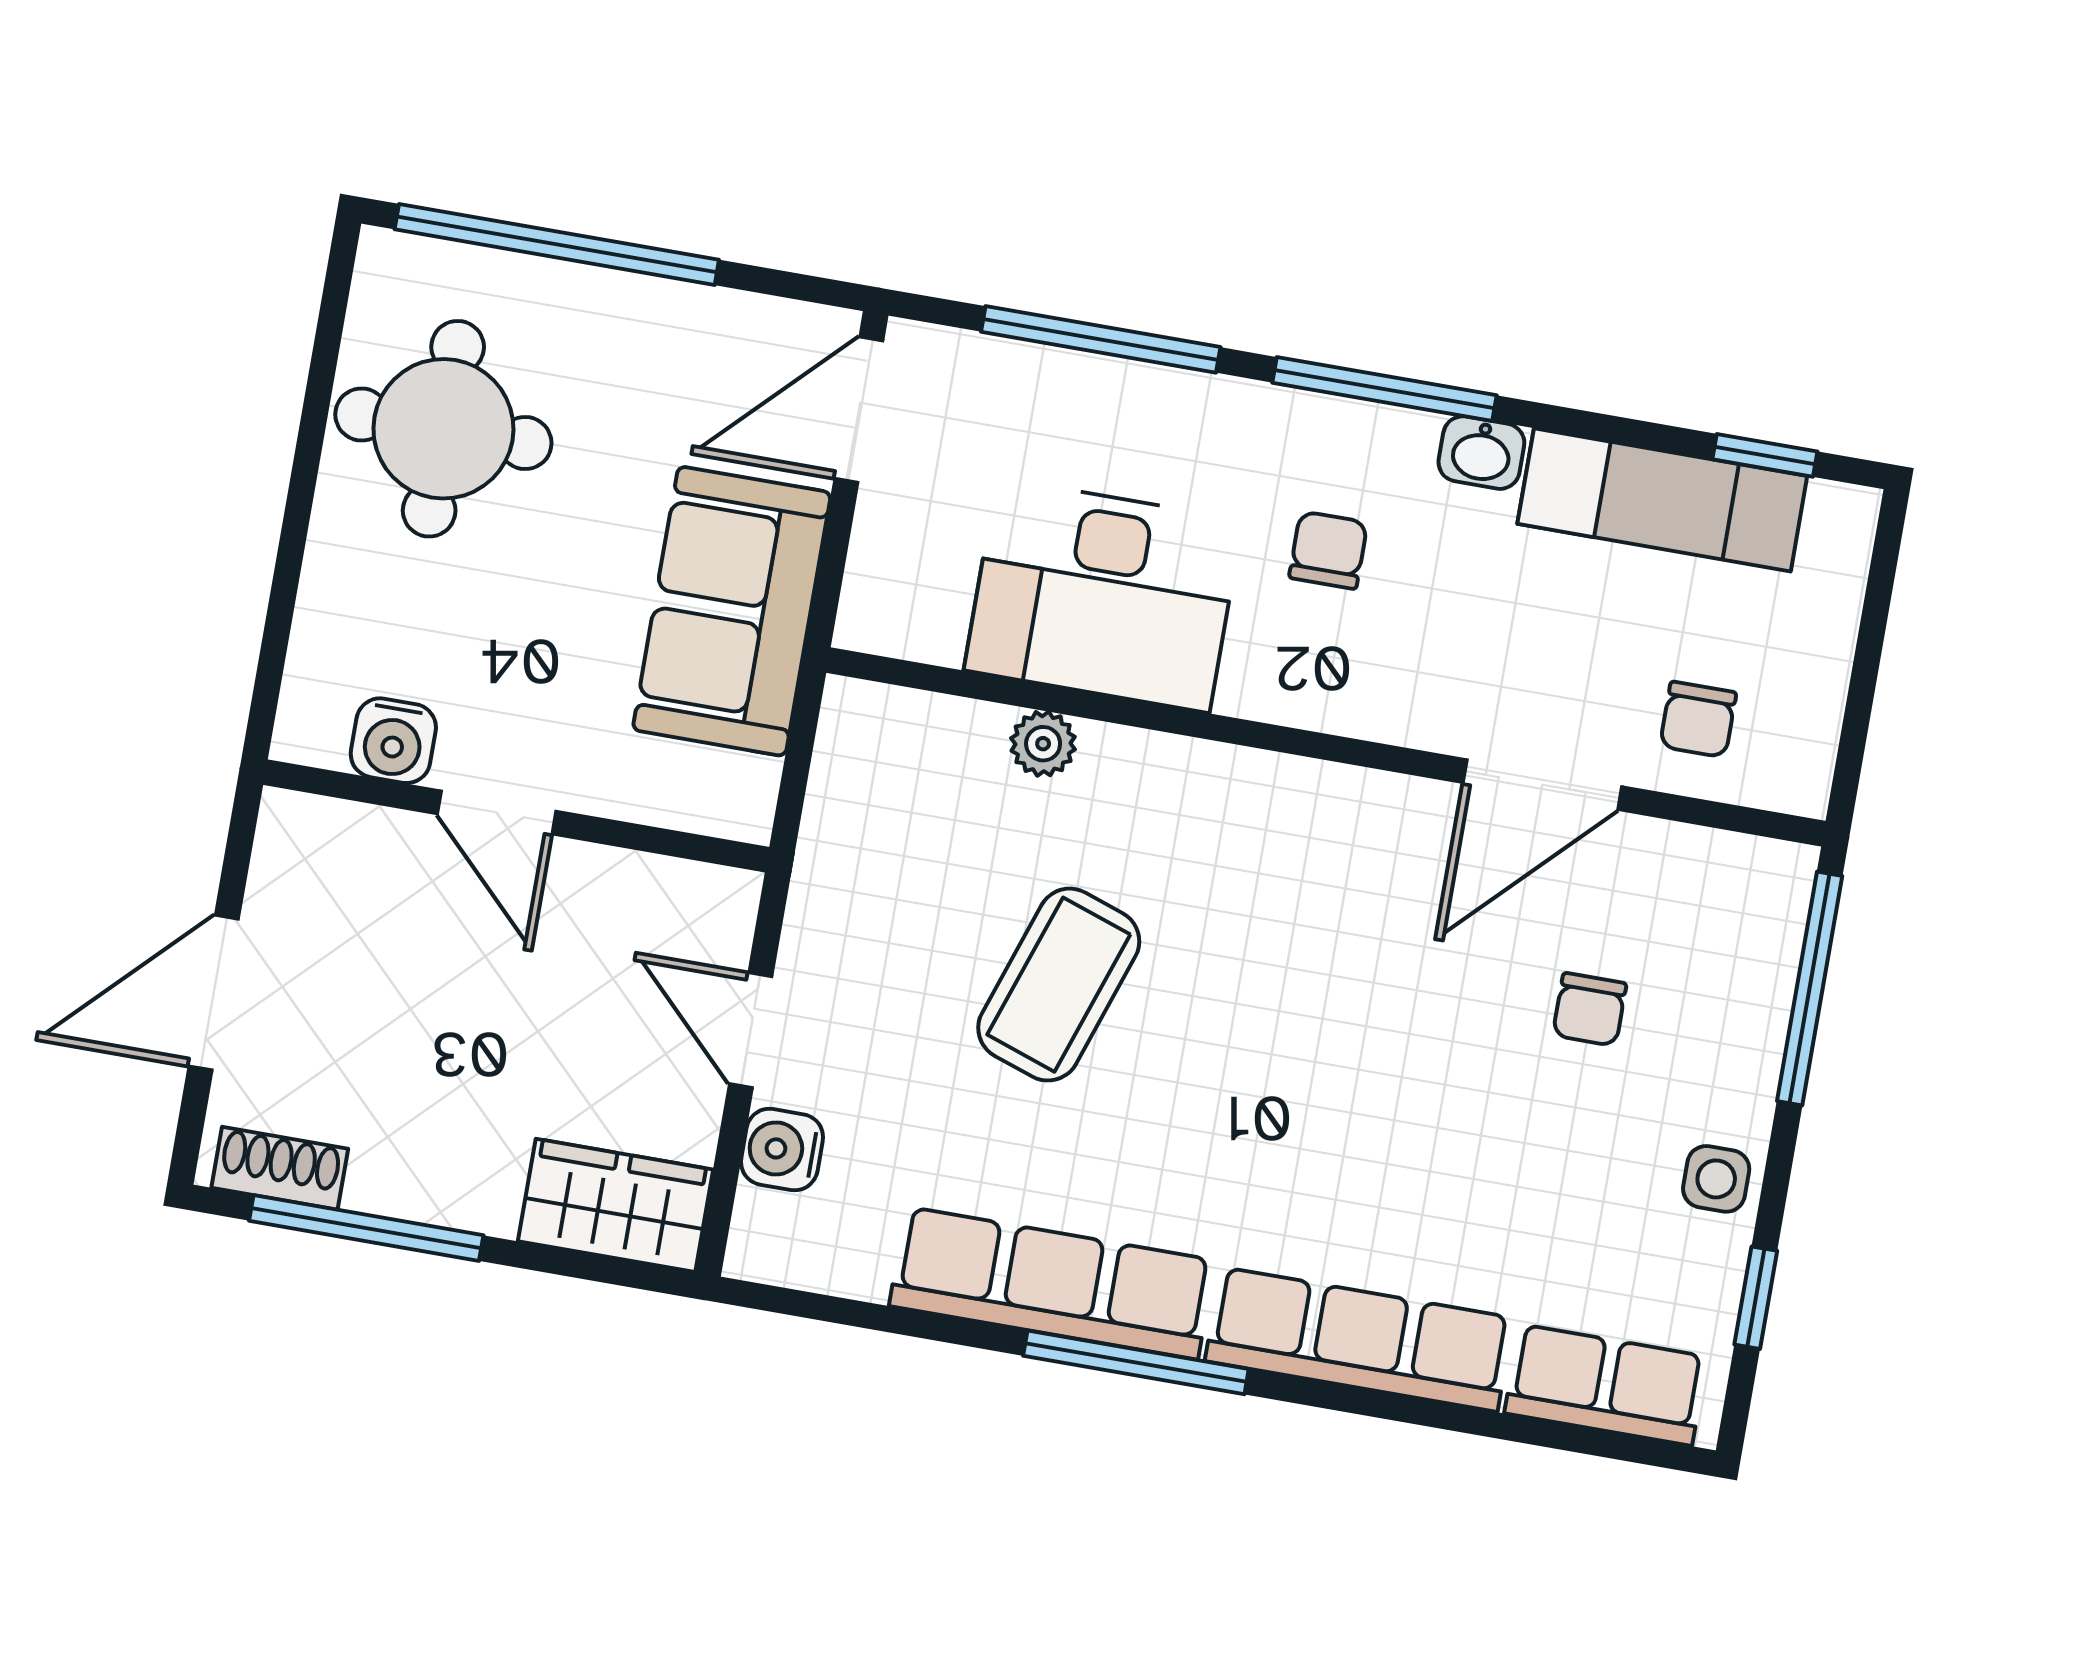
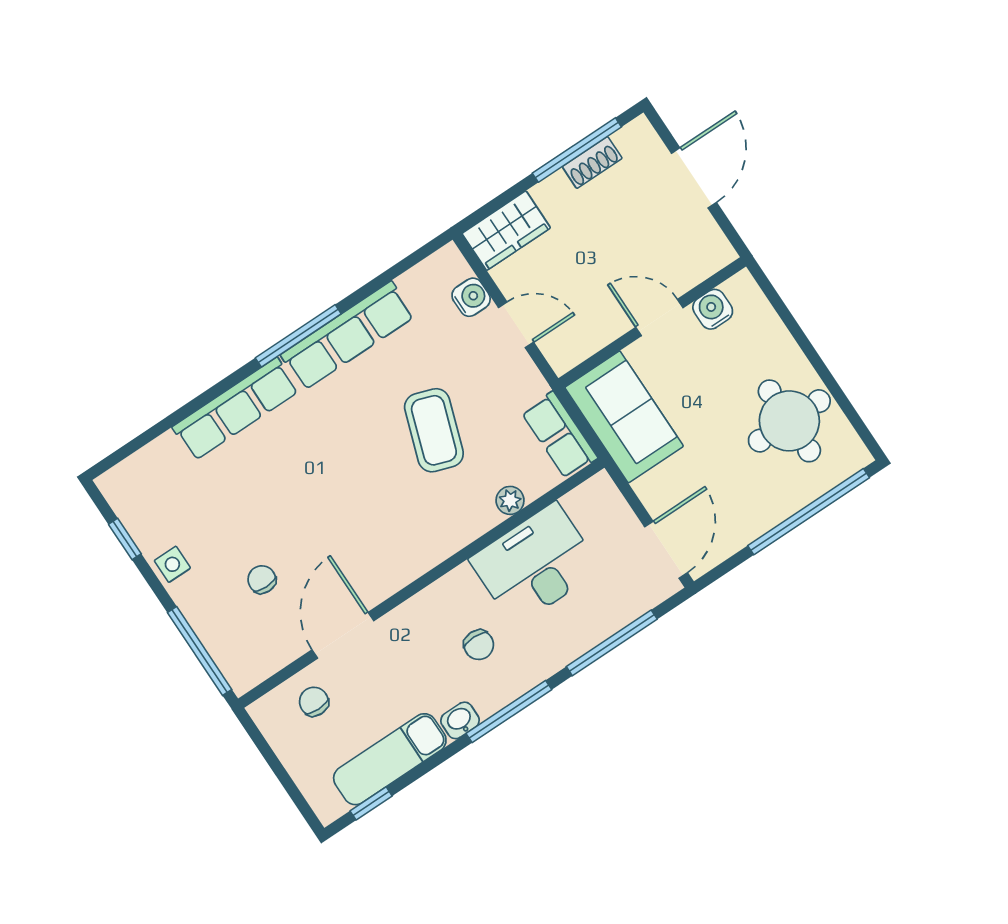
sofa: (732, 611) -> (624, 417), moved
shoe rack: (280, 1168) -> (592, 163), moved
row of seats: (1606, 1385) -> (559, 435), moved, turned 90

